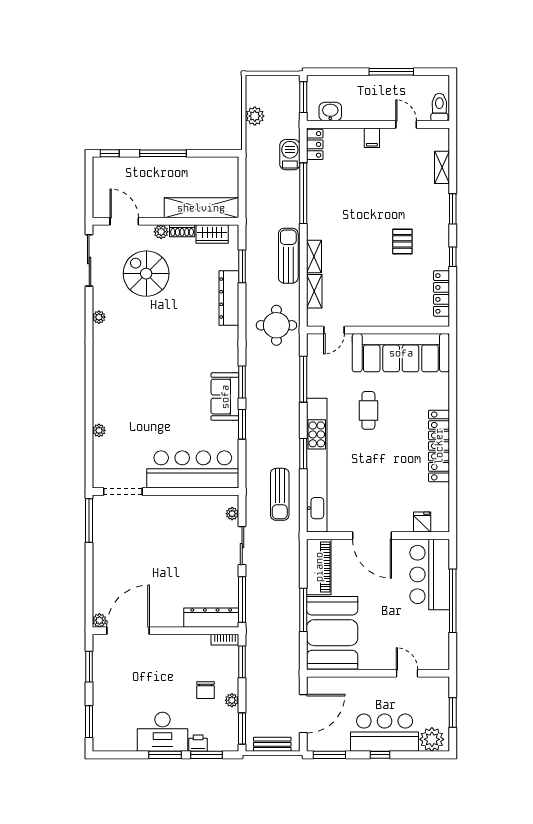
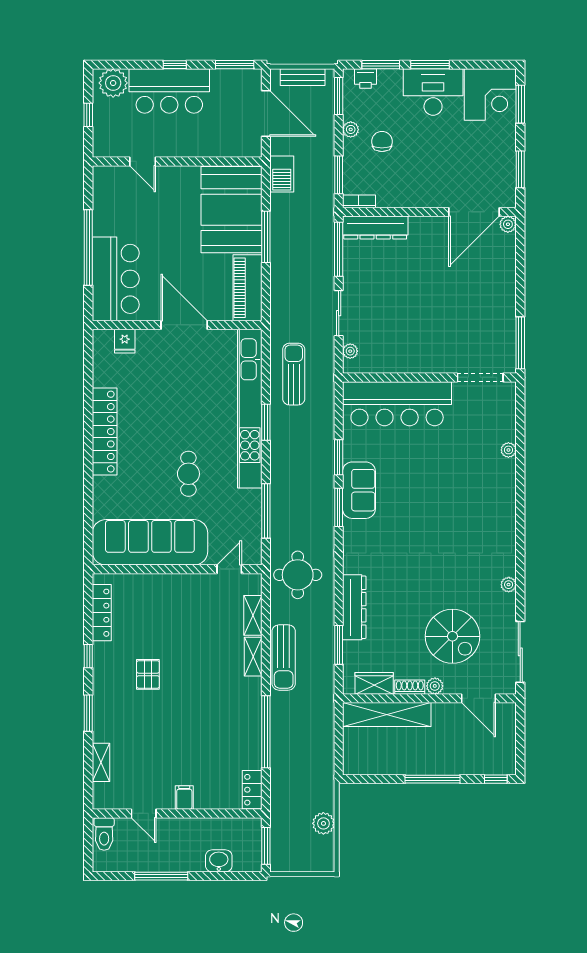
washbasin: (330, 112) -> (219, 861), moved, turned 180
barbecue: (290, 155) -> (282, 174), moved
window: (453, 713) -> (88, 115), width x0.67
door: (303, 714) -> (266, 113), swing flipped
corner desk: (114, 730) -> (490, 95), added
printer: (198, 743) -> (365, 79), moved

